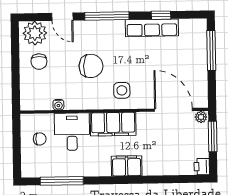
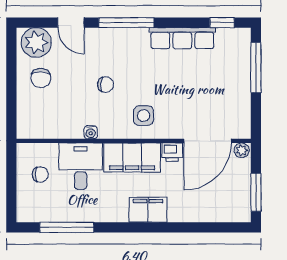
window: (161, 15) -> (222, 23), moved
chair: (91, 66) -> (106, 85), width x0.54, depth x0.54
water cooler: (58, 105) -> (91, 132), moved
door: (173, 110) -> (207, 141), swing flipped
window: (213, 136) -> (256, 192), moved
printer: (202, 167) -> (172, 152), moved, turned -90

